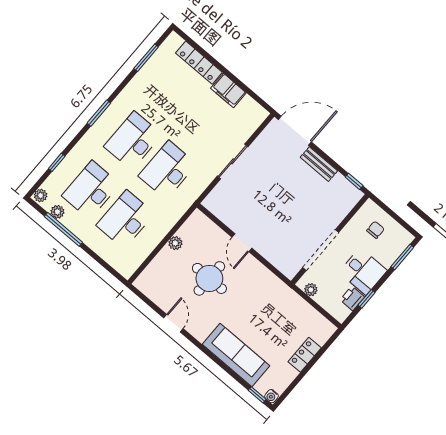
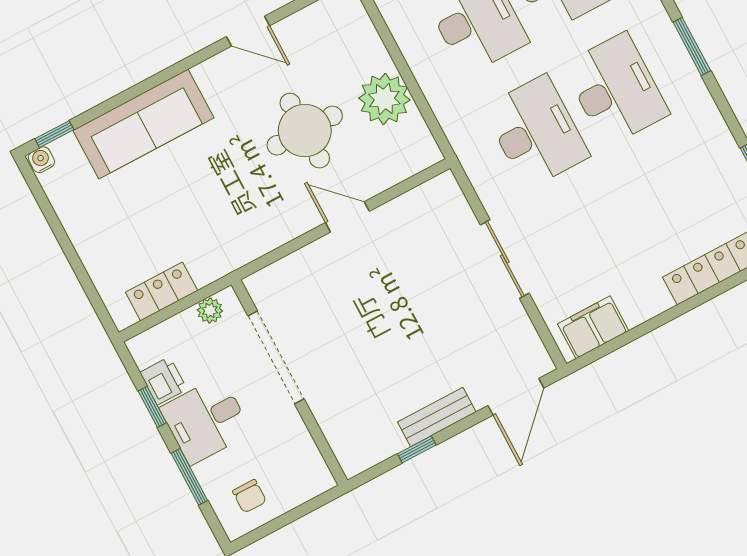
filing cabinet: (228, 90) -> (593, 327), moved
door: (295, 131) -> (516, 397), width x0.73
window: (354, 181) -> (417, 449), moved
chair: (376, 230) -> (249, 496), moved
plant: (175, 243) -> (384, 99), width x1.87, depth x1.87
window: (402, 257) -> (189, 477), moved
locker: (305, 355) -> (162, 291), moved, turned -90

